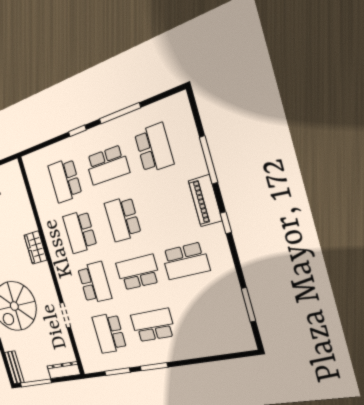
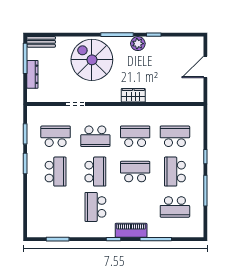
dresser: (64, 370) -> (32, 74), moved

